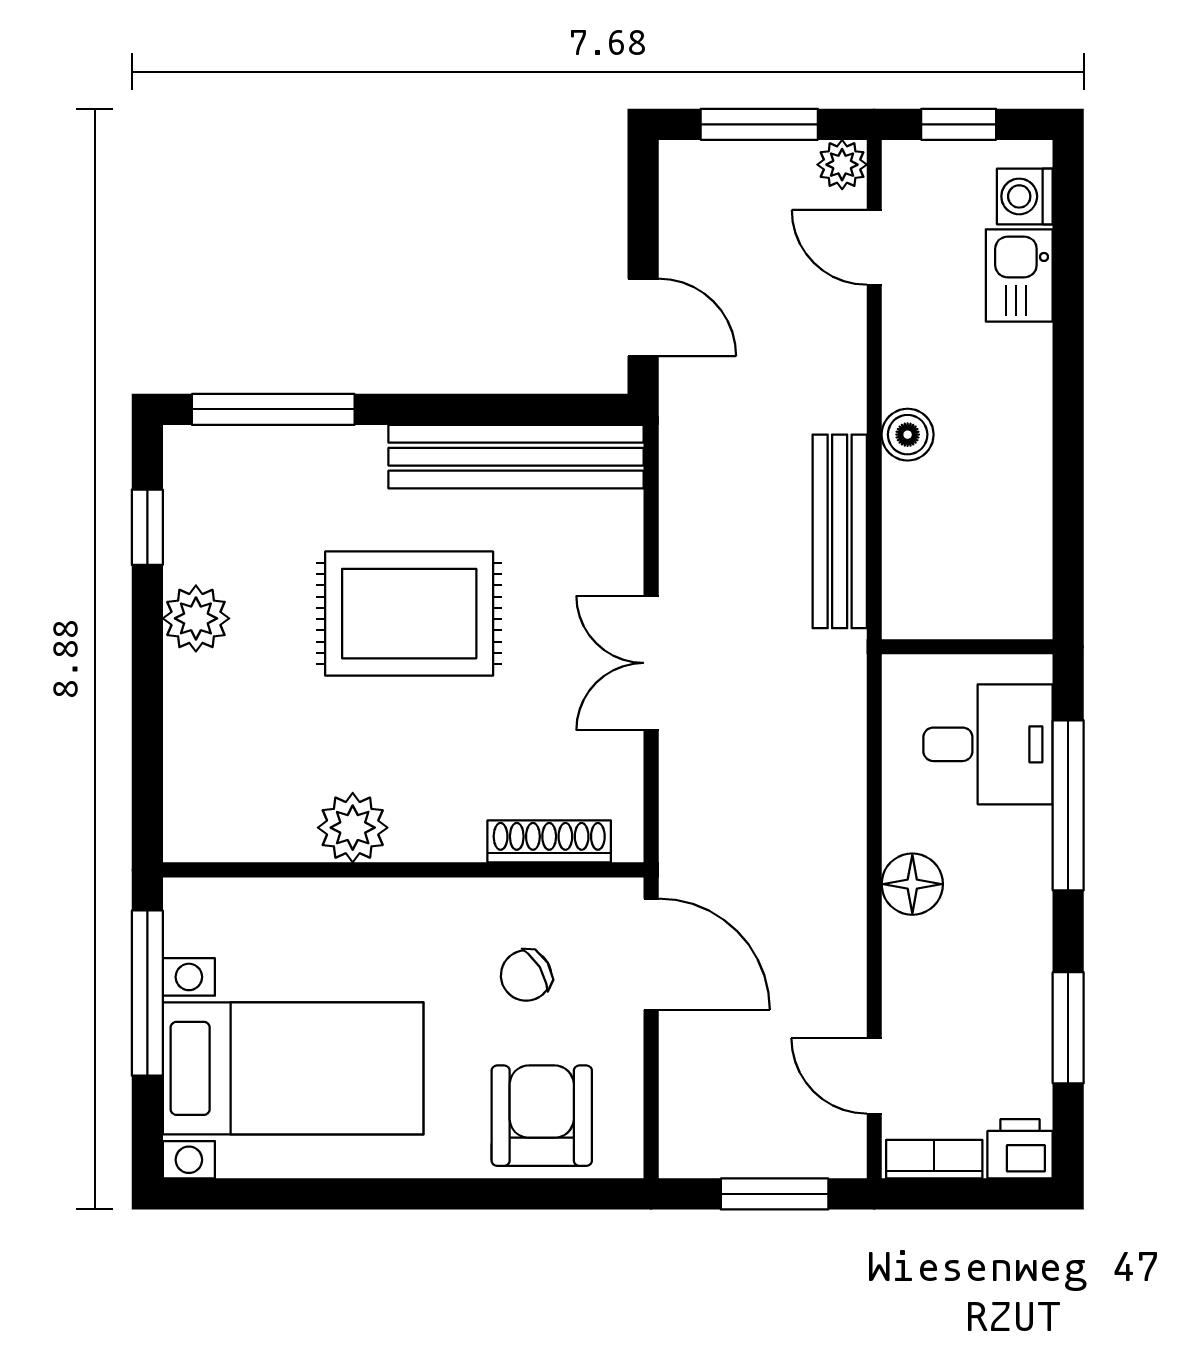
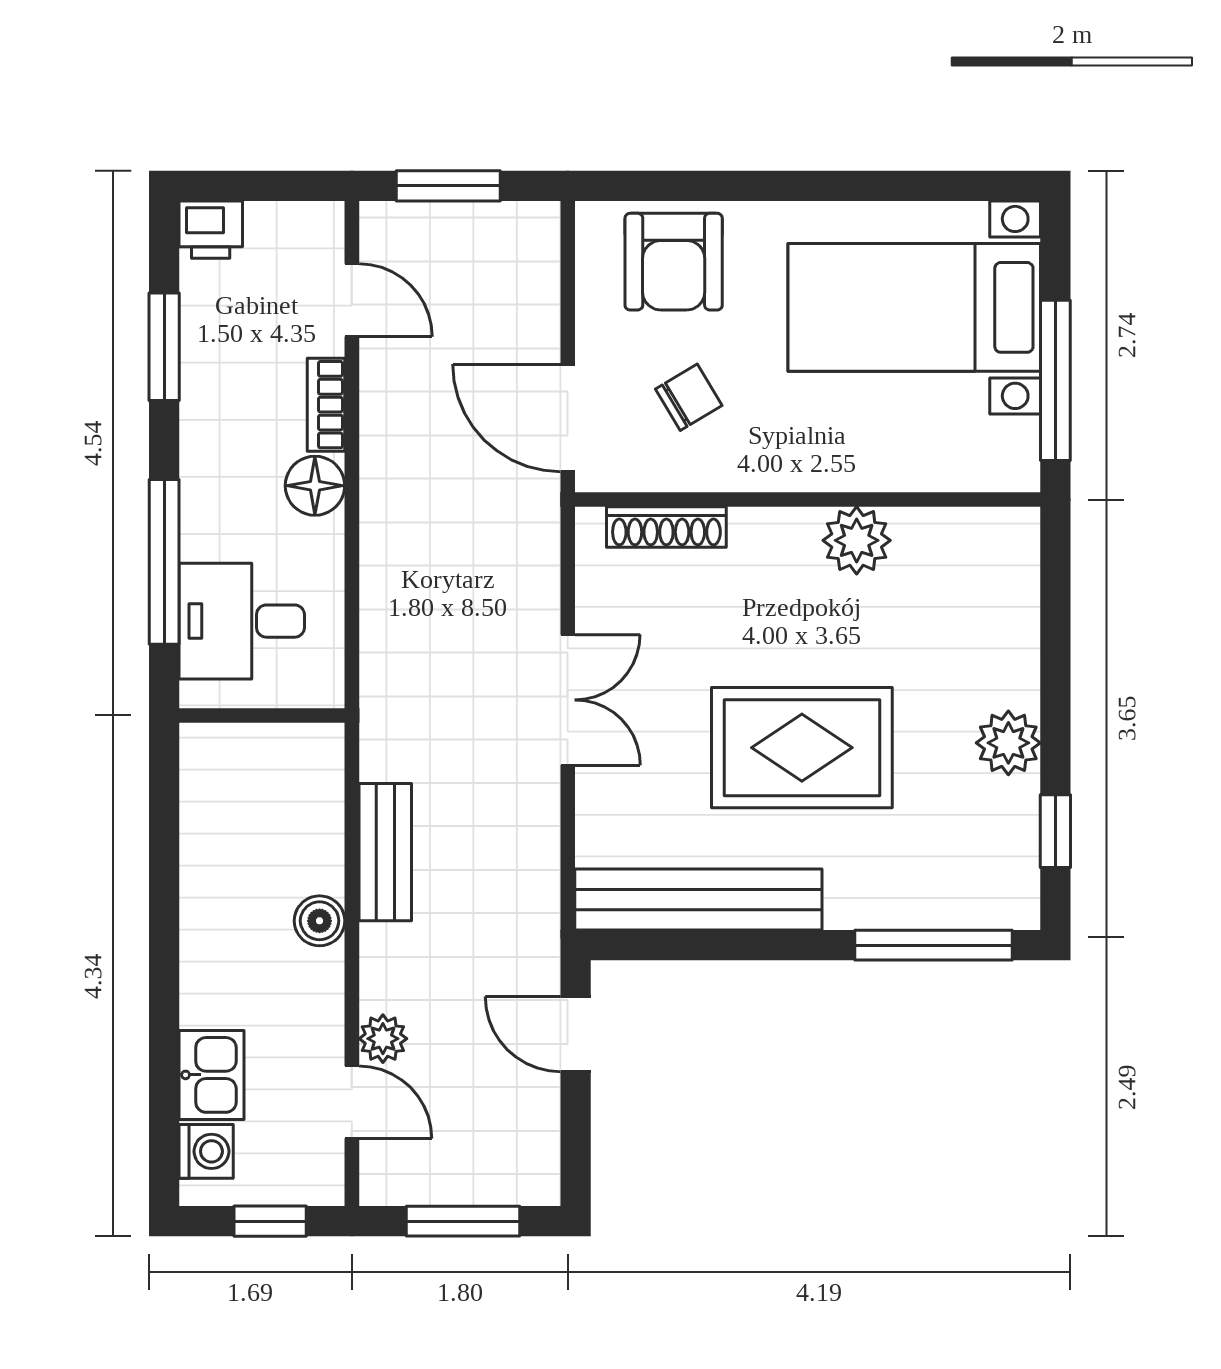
plant: (842, 165) -> (383, 1039), moved
bench: (840, 531) -> (385, 852), width x0.73
bookcase: (934, 1159) -> (326, 405), moved, turned 90

